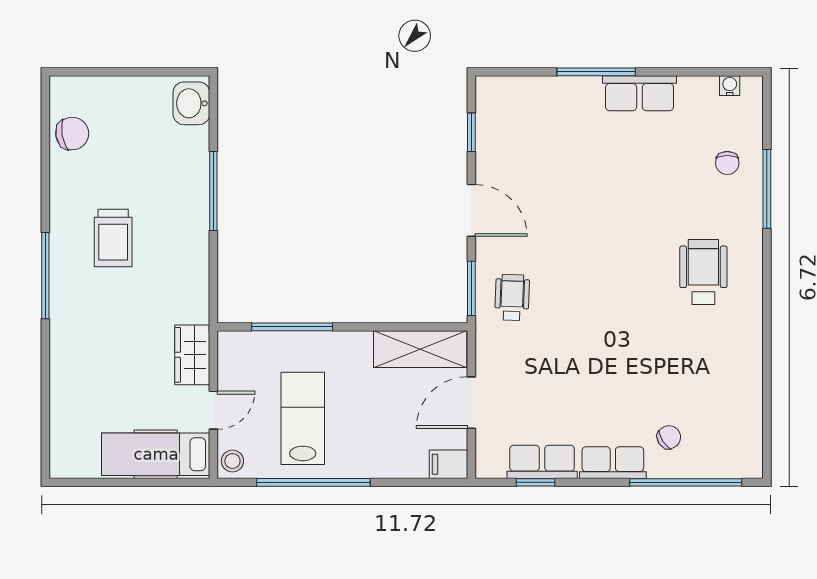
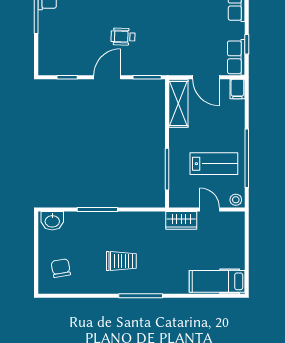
chair: (72, 134) -> (61, 268), moved
wheelchair: (512, 298) -> (123, 37), moved
lab bench: (303, 418) -> (214, 164), turned 180
hospital bed: (156, 454) -> (217, 281), moved, turned 90
row of seats: (542, 462) -> (236, 57), moved

